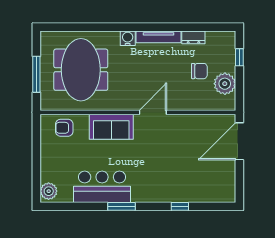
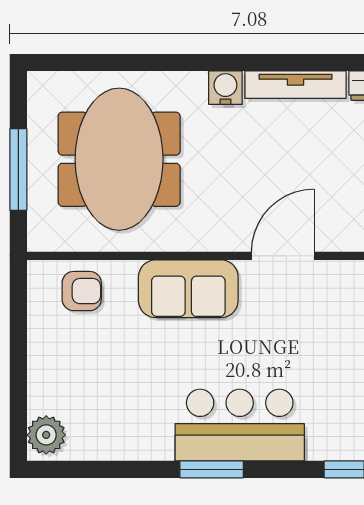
armchair: (64, 128) -> (82, 291), turned 180
bar counter: (102, 187) -> (240, 425), moved

